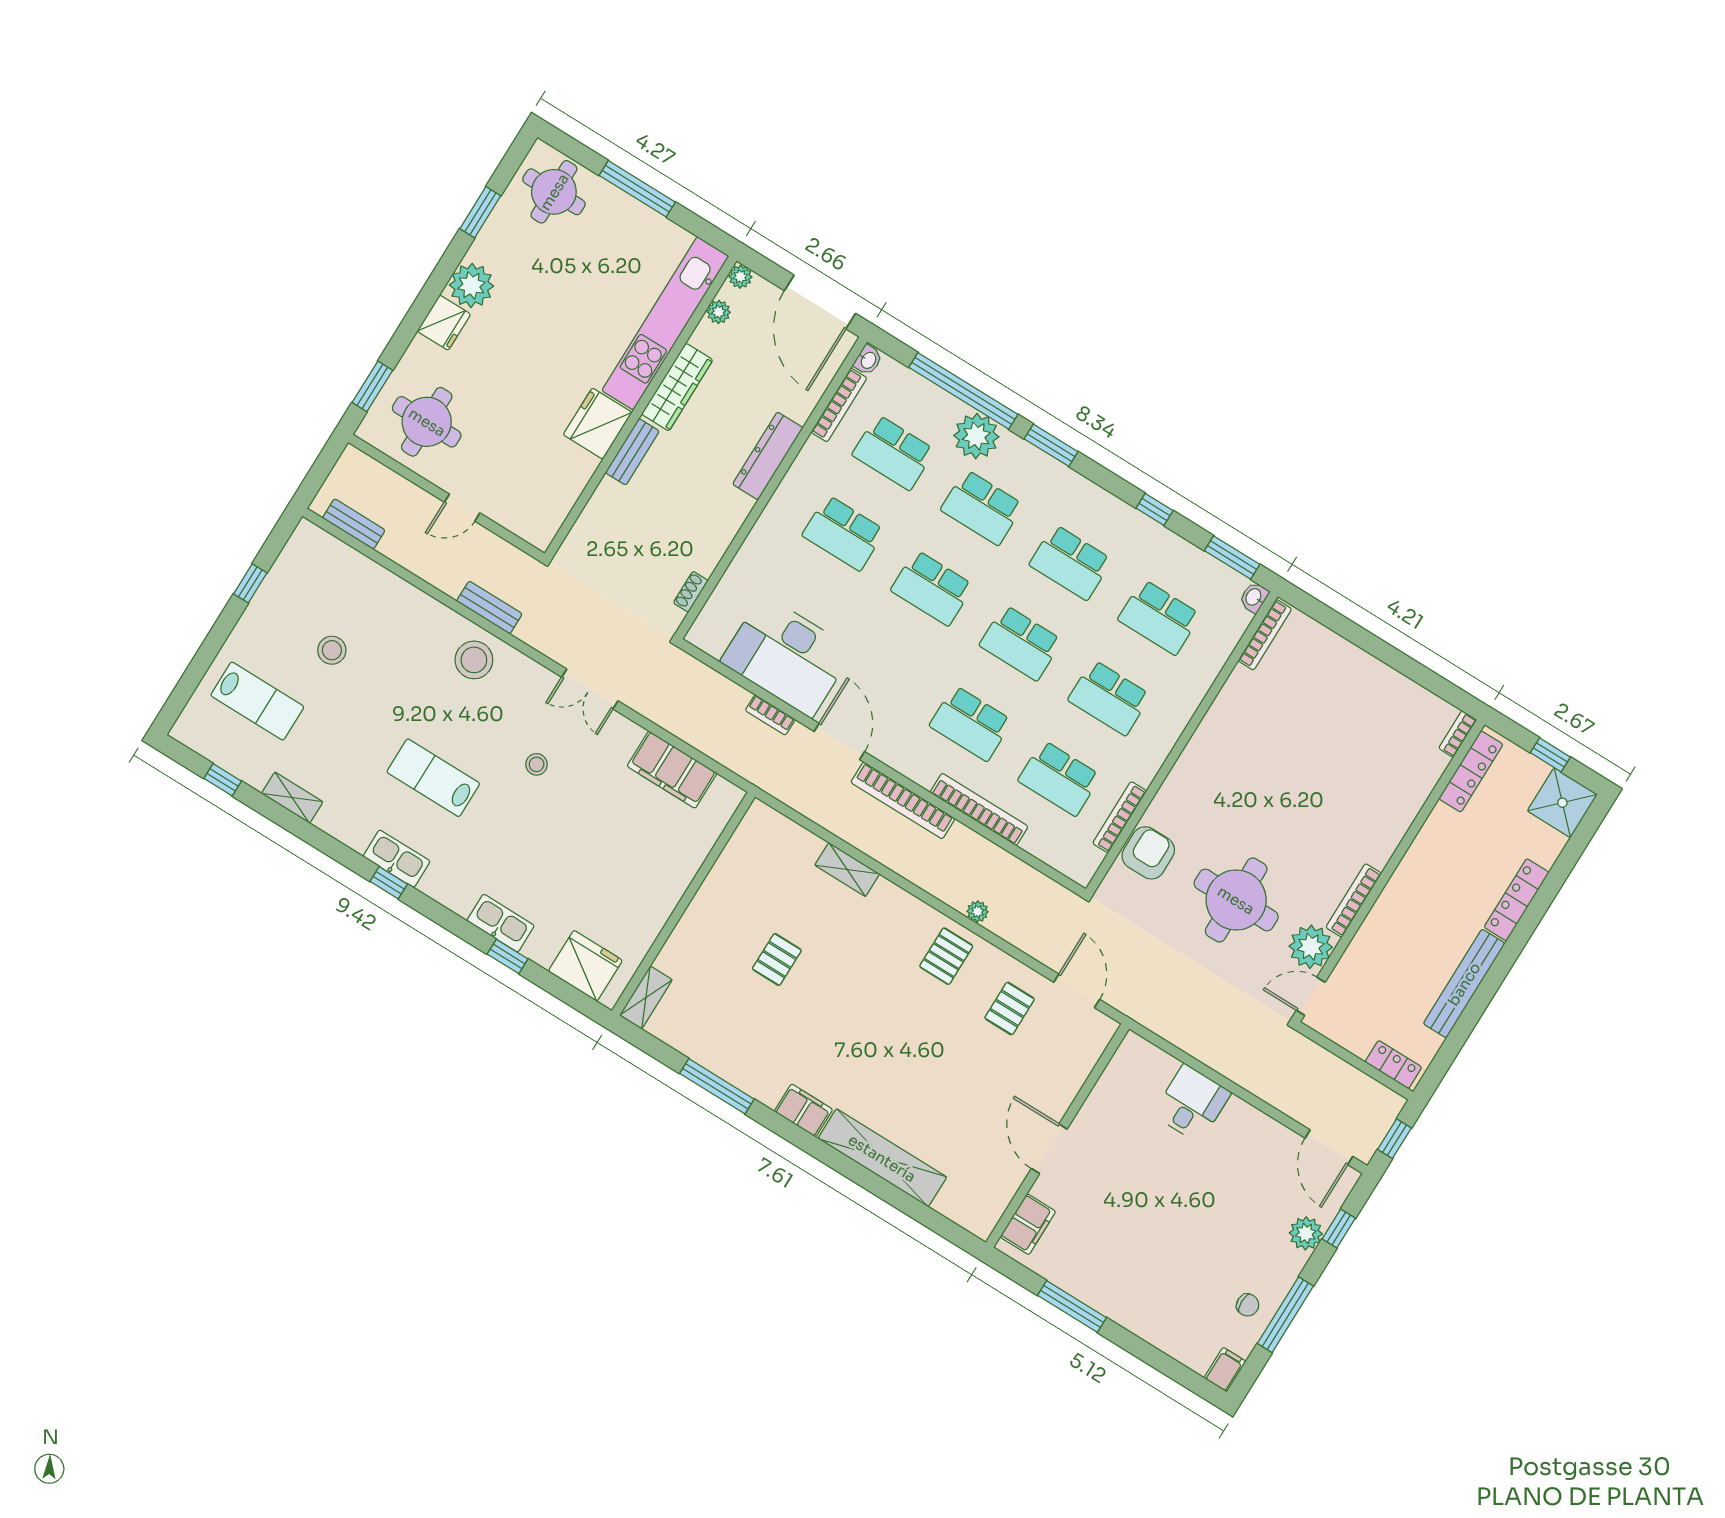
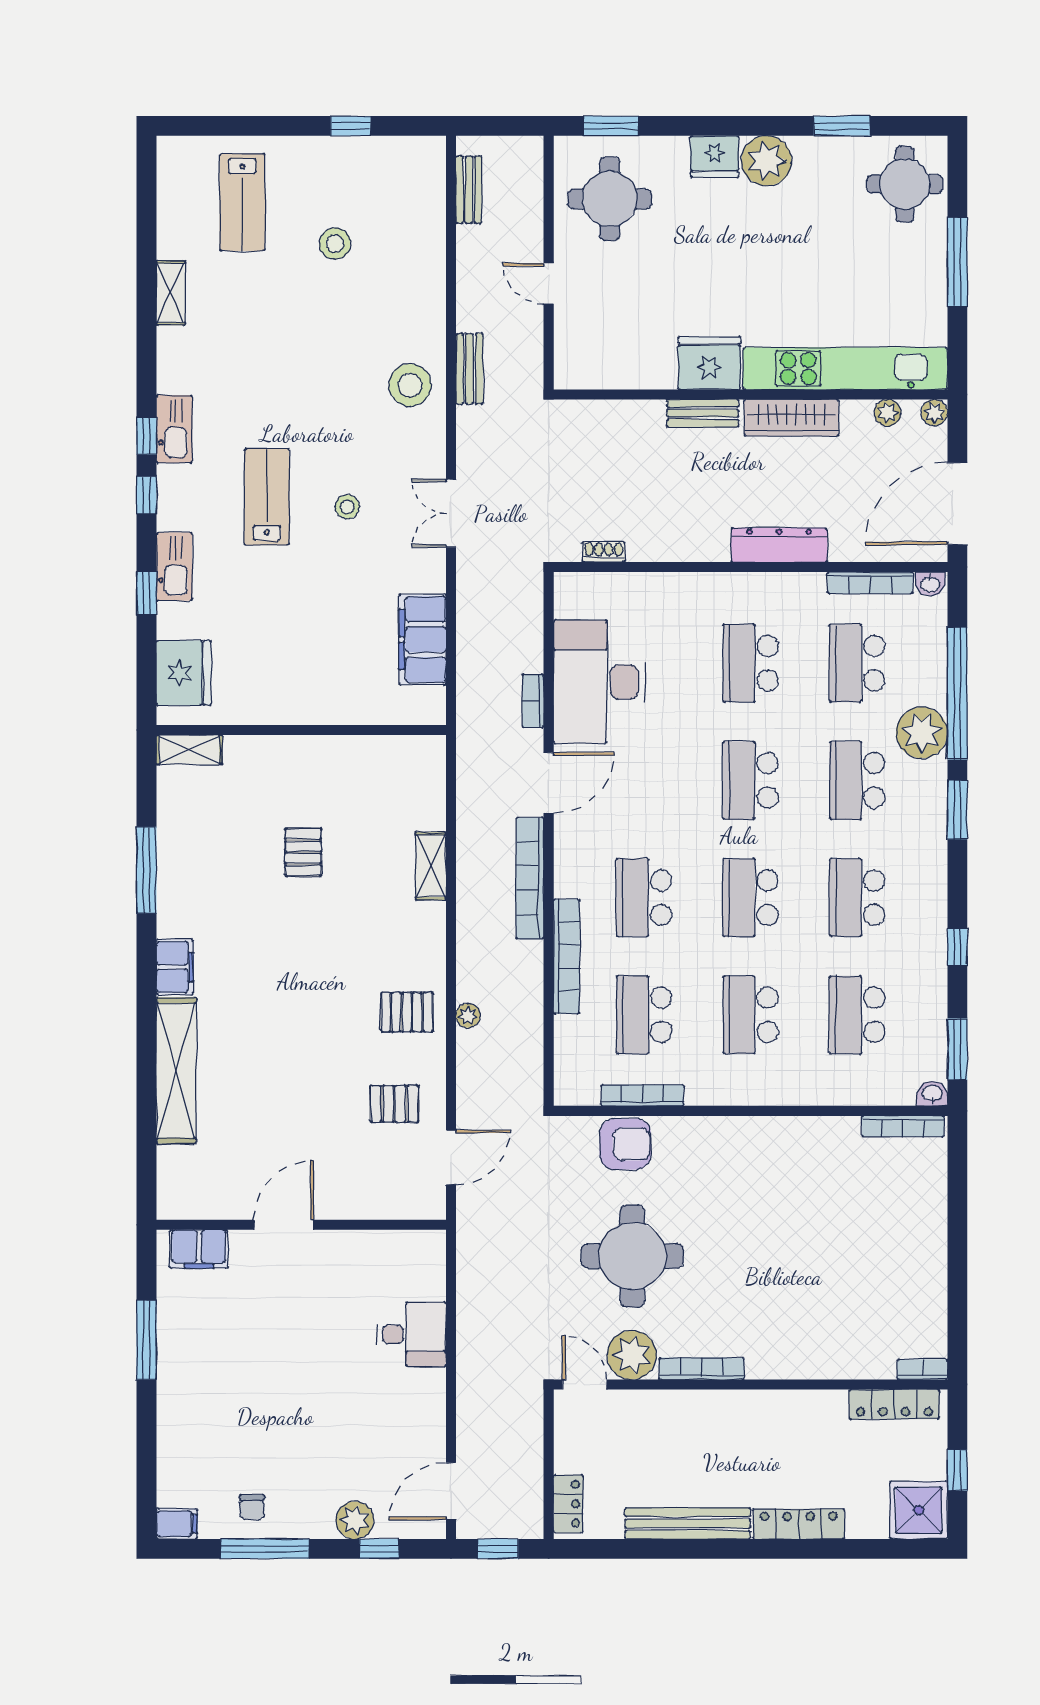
lab bench: (433, 778) -> (267, 497), moved
window: (223, 780) -> (146, 495), moved
pallet: (777, 959) -> (303, 852), turned 90

